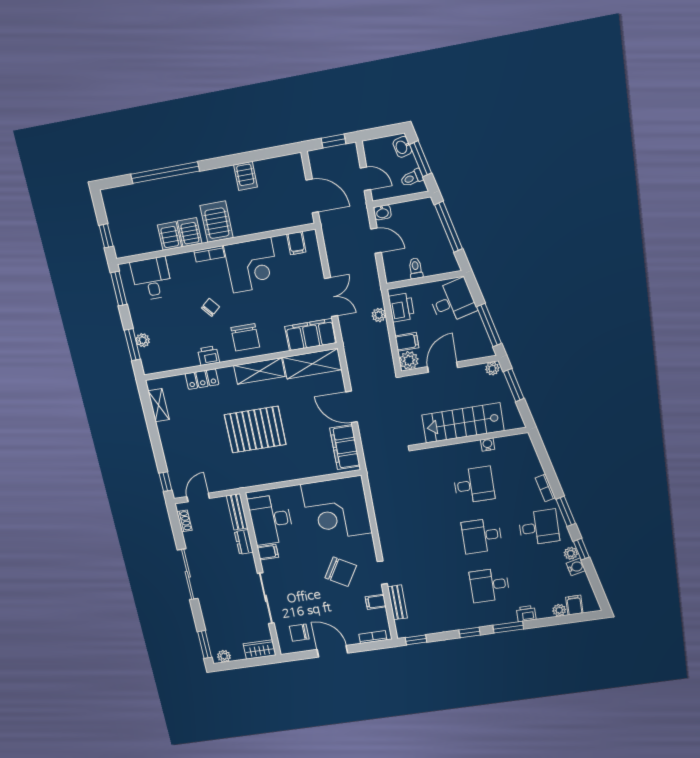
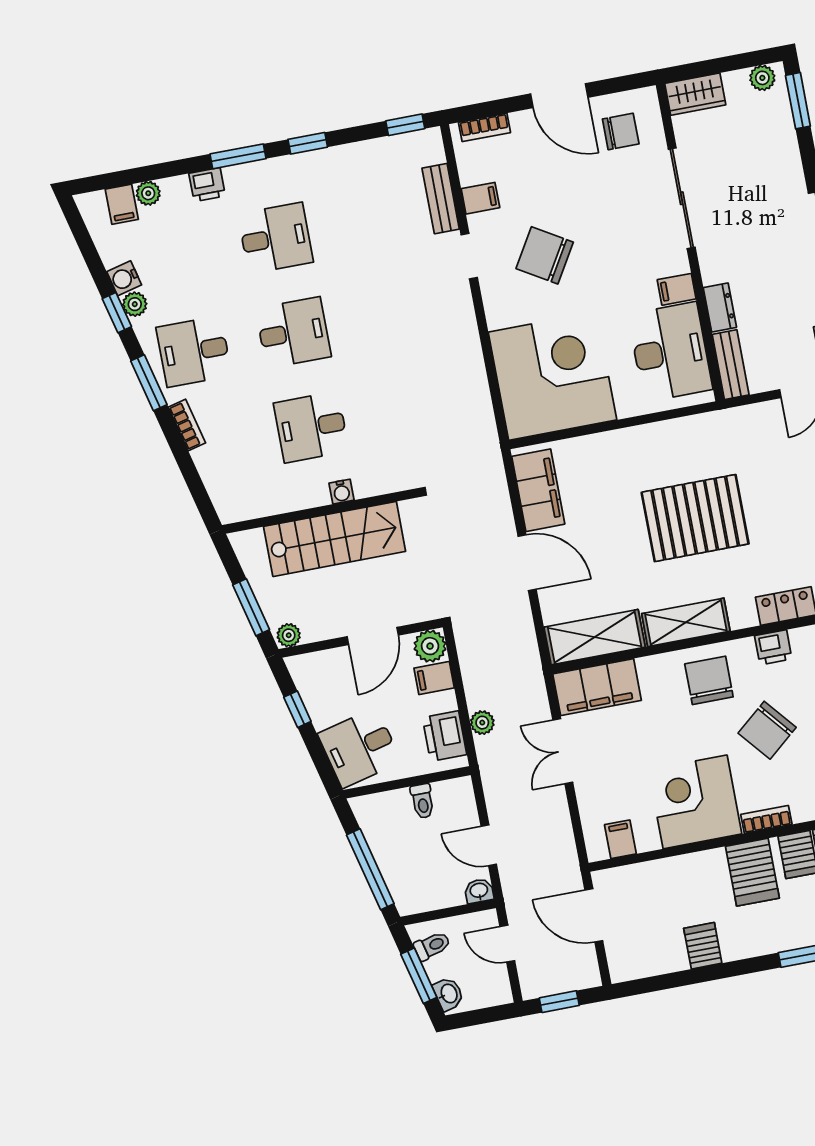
chair: (210, 307) -> (767, 730), width x1.87, depth x1.87
window: (489, 325) -> (297, 709), width x0.46
water cooler: (488, 445) -> (342, 492), moved

